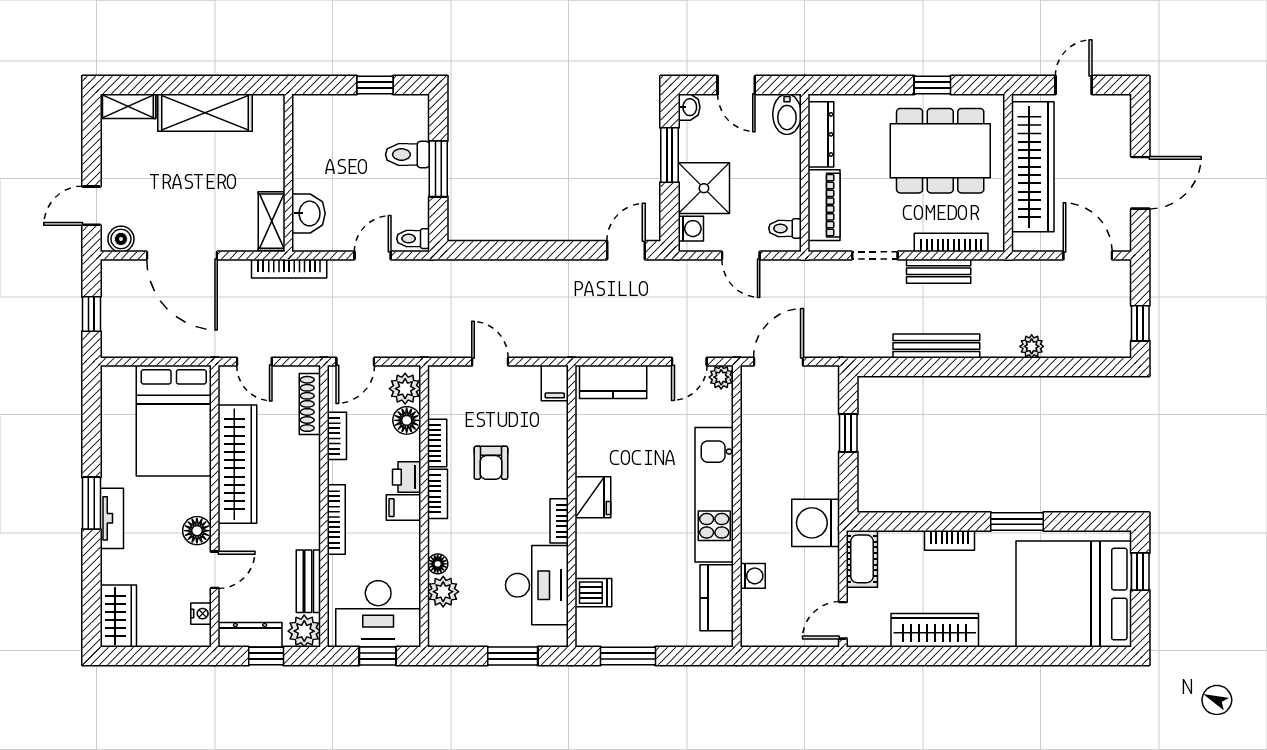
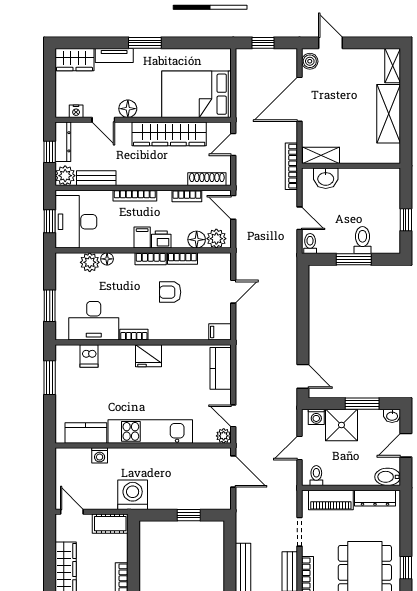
tv unit: (112, 518) -> (114, 56), moved

